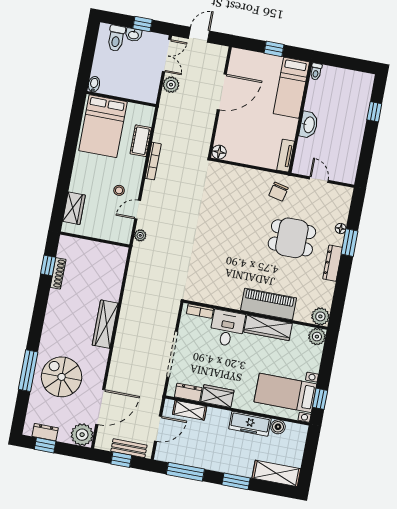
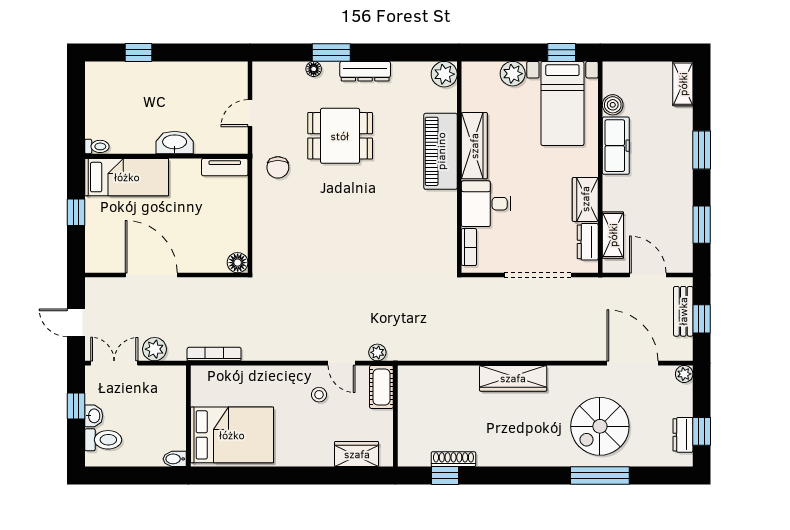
cot: (141, 141) -> (381, 387), moved, turned 90
bookcase: (153, 161) -> (214, 354), moved
chair: (279, 192) -> (278, 167), turned 77
dining table: (292, 238) -> (340, 136), turned 90
plant: (317, 337) -> (513, 74), moved
plant: (82, 435) -> (684, 374), width x0.53, depth x0.53
window: (185, 472) -> (702, 225), width x0.69
shelving: (276, 473) -> (683, 84), width x0.67, depth x0.75

